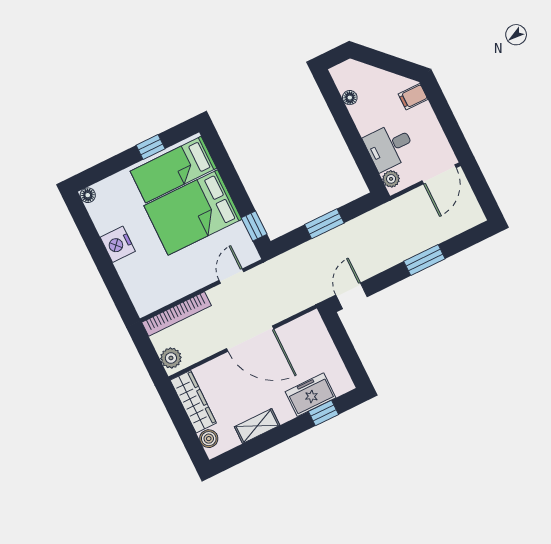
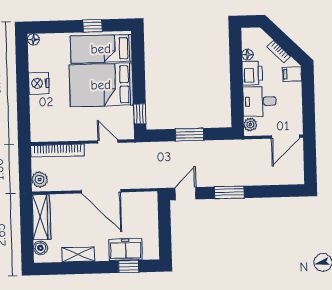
bookcase: (385, 77) -> (279, 51), added
printer: (366, 117) -> (252, 73), added
window: (424, 260) -> (229, 192), moved
door: (231, 276) -> (108, 142), hinge flipped

